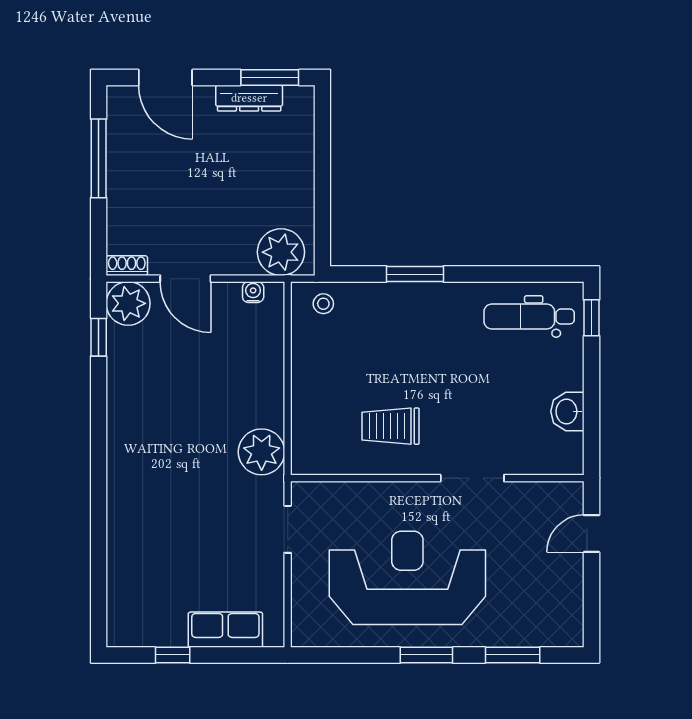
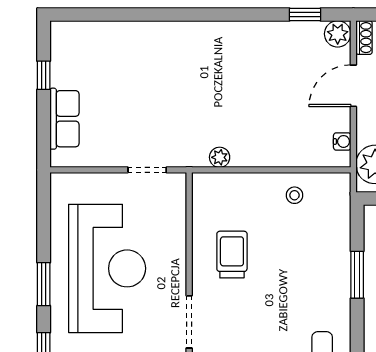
plant: (128, 303) -> (338, 34), width x0.73, depth x0.73
stool: (323, 304) -> (294, 195), moved
plant: (262, 452) -> (220, 157), width x0.53, depth x0.53

